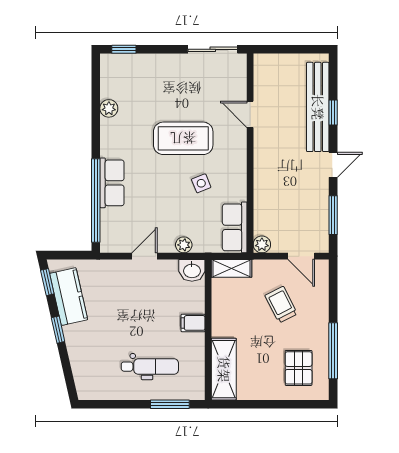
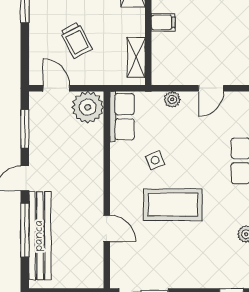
window: (333, 113) -> (25, 230), width x2.17
plant: (262, 244) -> (88, 107), width x1.87, depth x1.87
shelving: (231, 268) -> (136, 57), moved, turned 90
washbasin: (192, 270) -> (164, 74), removed

